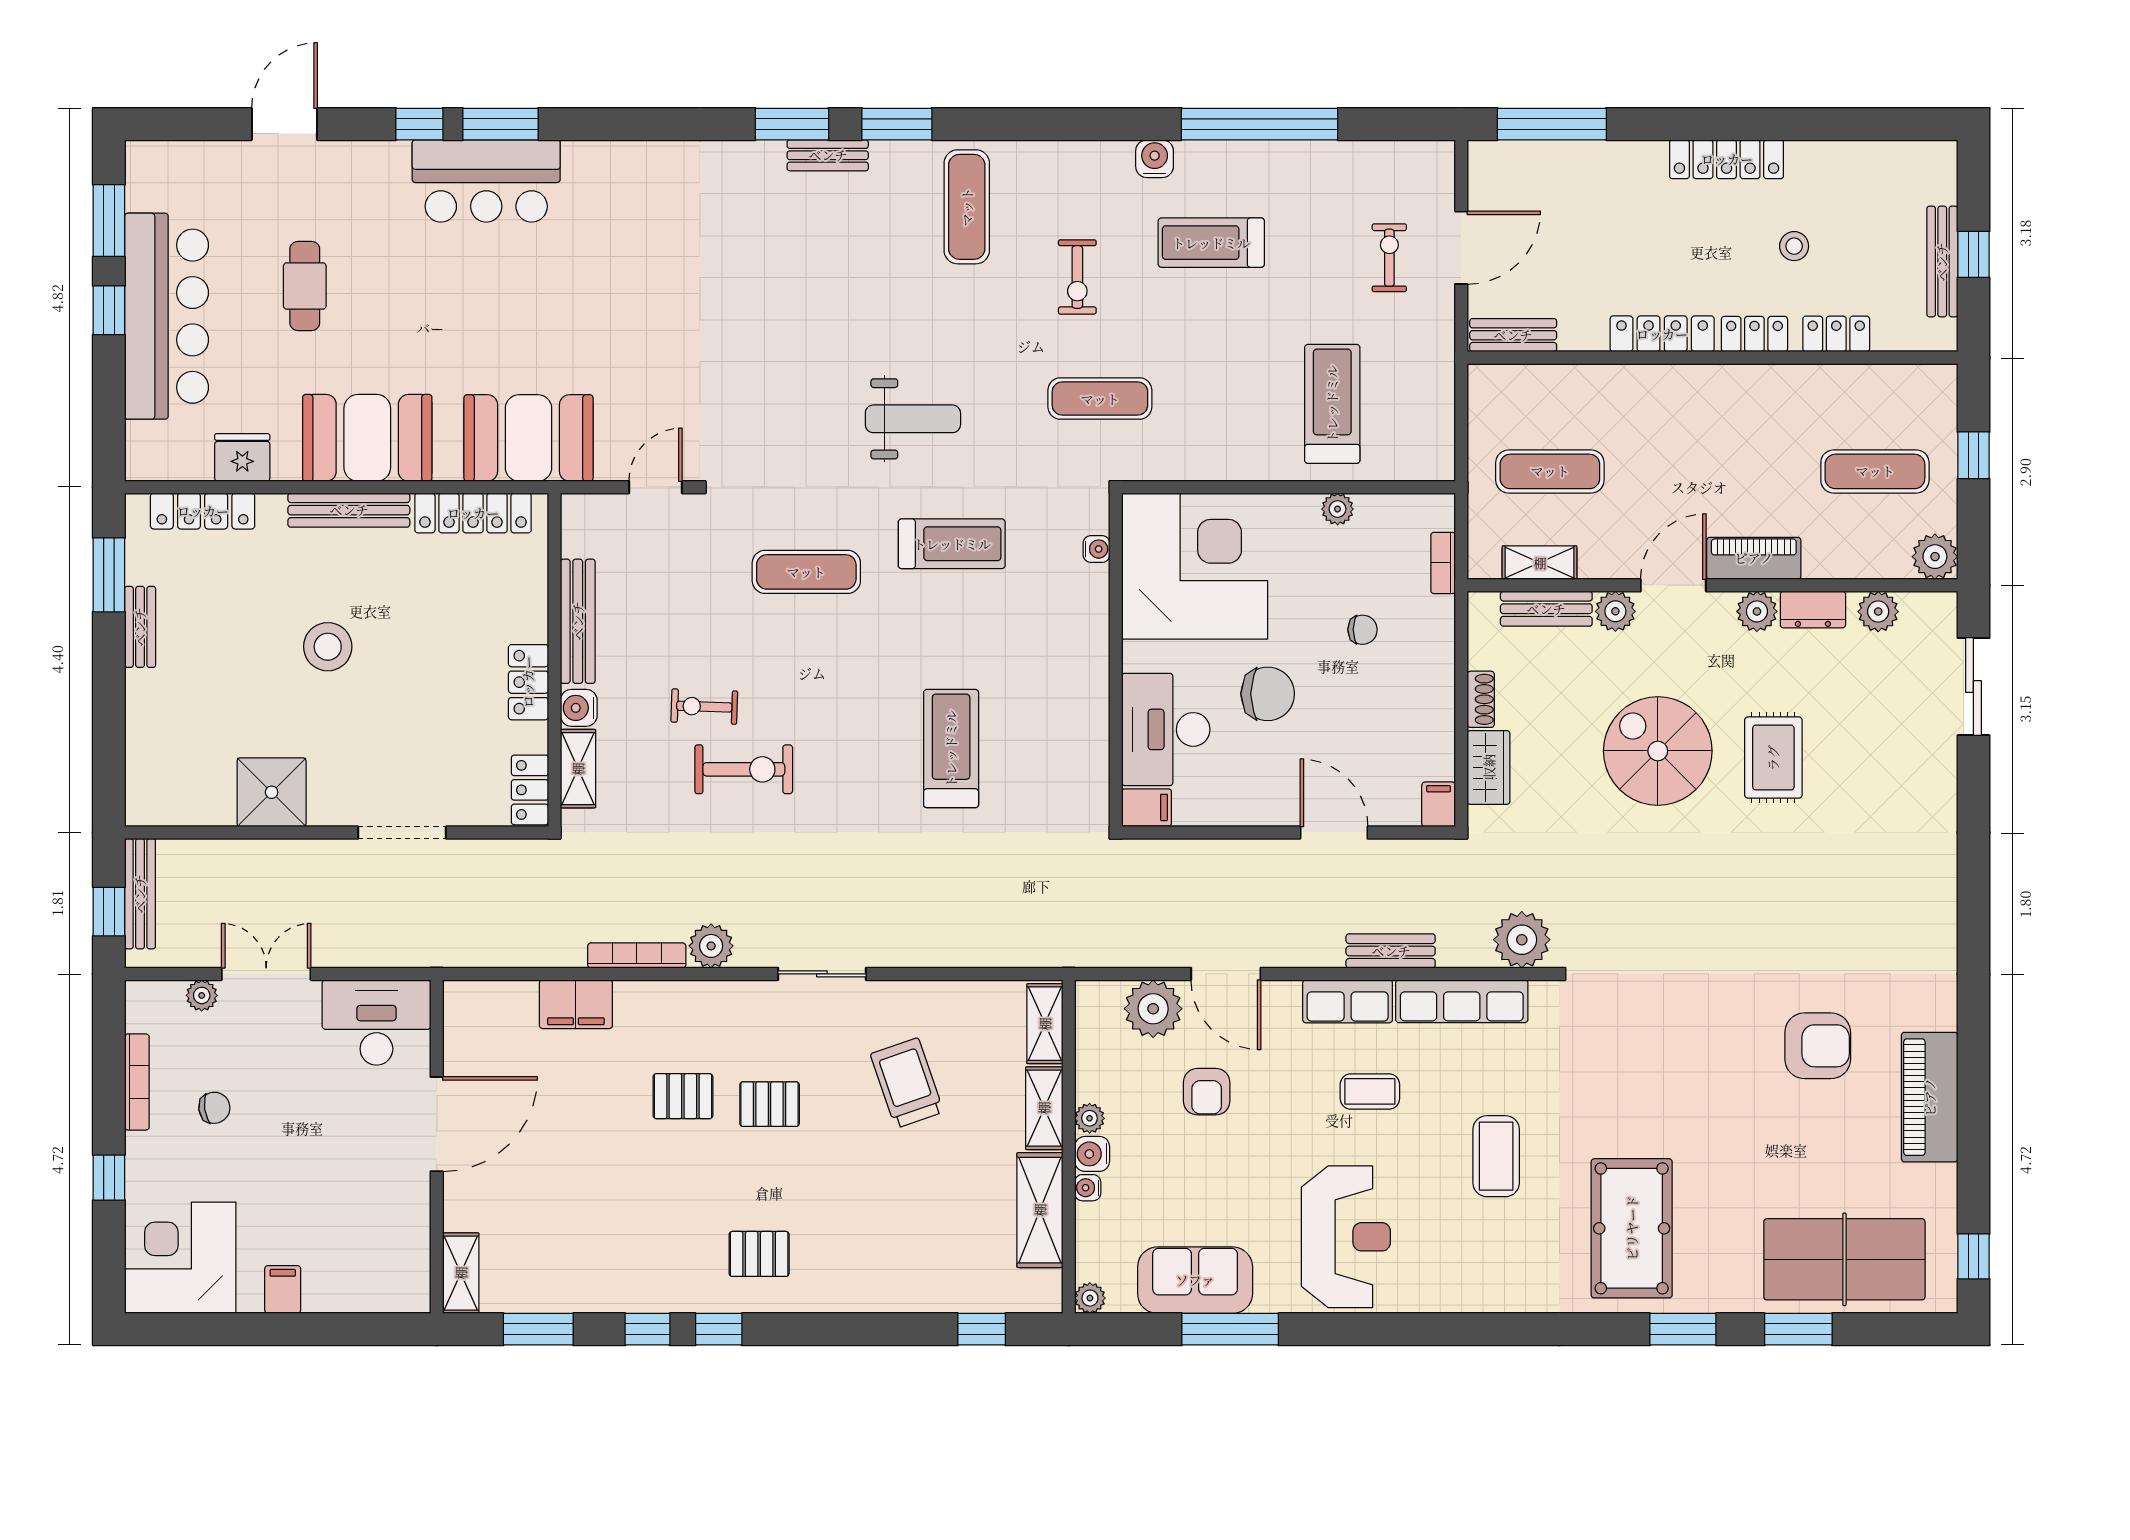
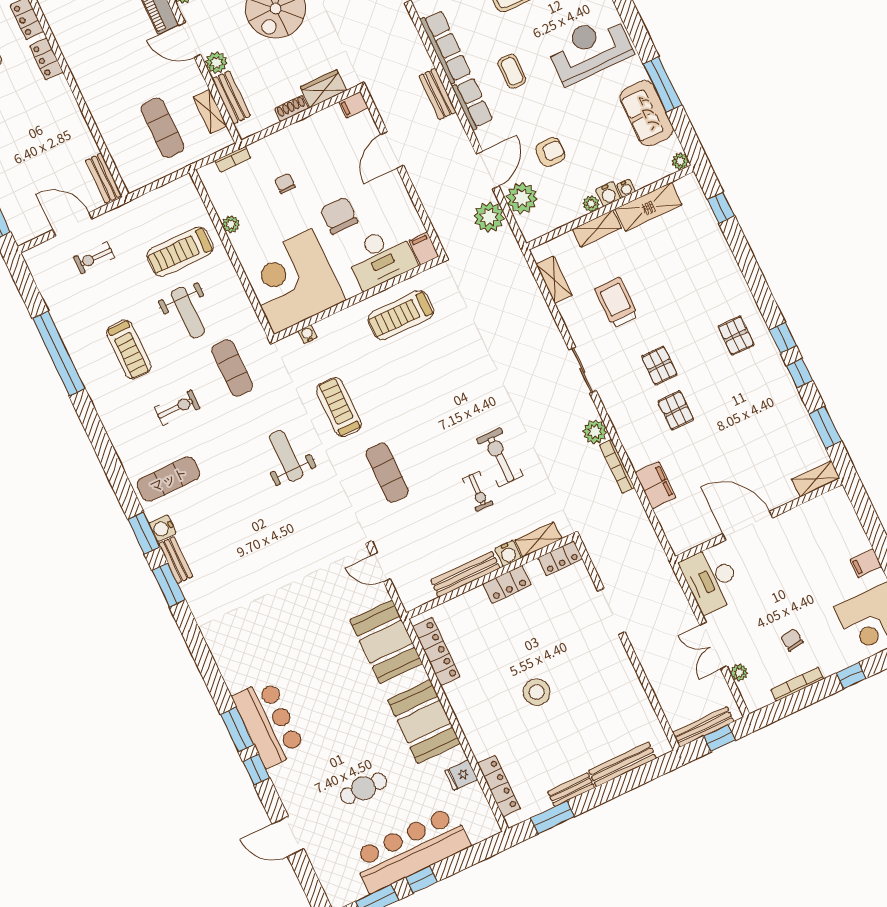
water cooler: (1155, 159) -> (163, 528), moved
locker: (1662, 334) -> (68, 105), removed
weight bench: (1226, 369) -> (188, 313), added
fridge: (242, 457) -> (461, 775), width x0.72
bench: (349, 510) -> (623, 764), moved, turned 90
treadmill: (951, 749) -> (401, 315), moved
shower: (272, 792) -> (622, 686), removed
plant: (1522, 940) -> (489, 217), moved
shelving: (1045, 1024) -> (554, 280), moved, turned 90
trolley: (907, 1083) -> (617, 303), turned 109

